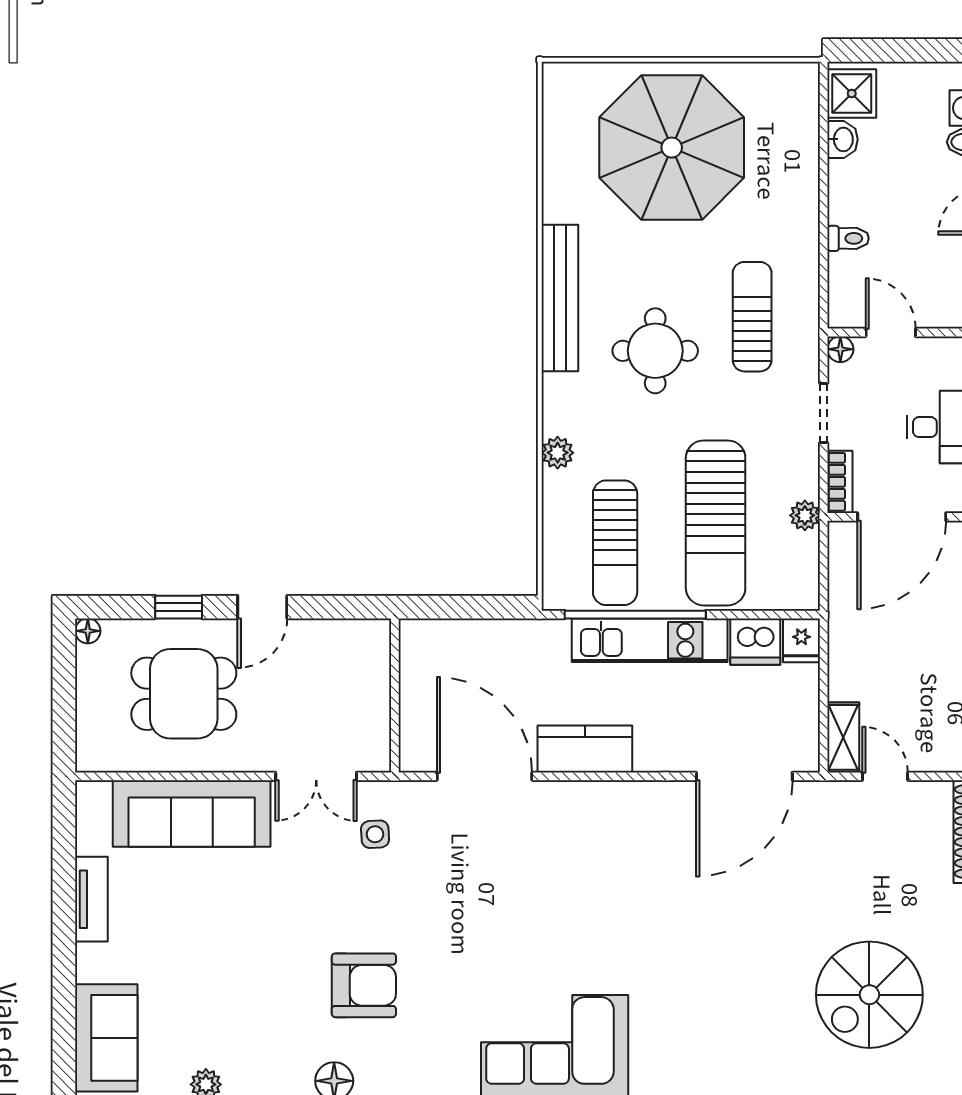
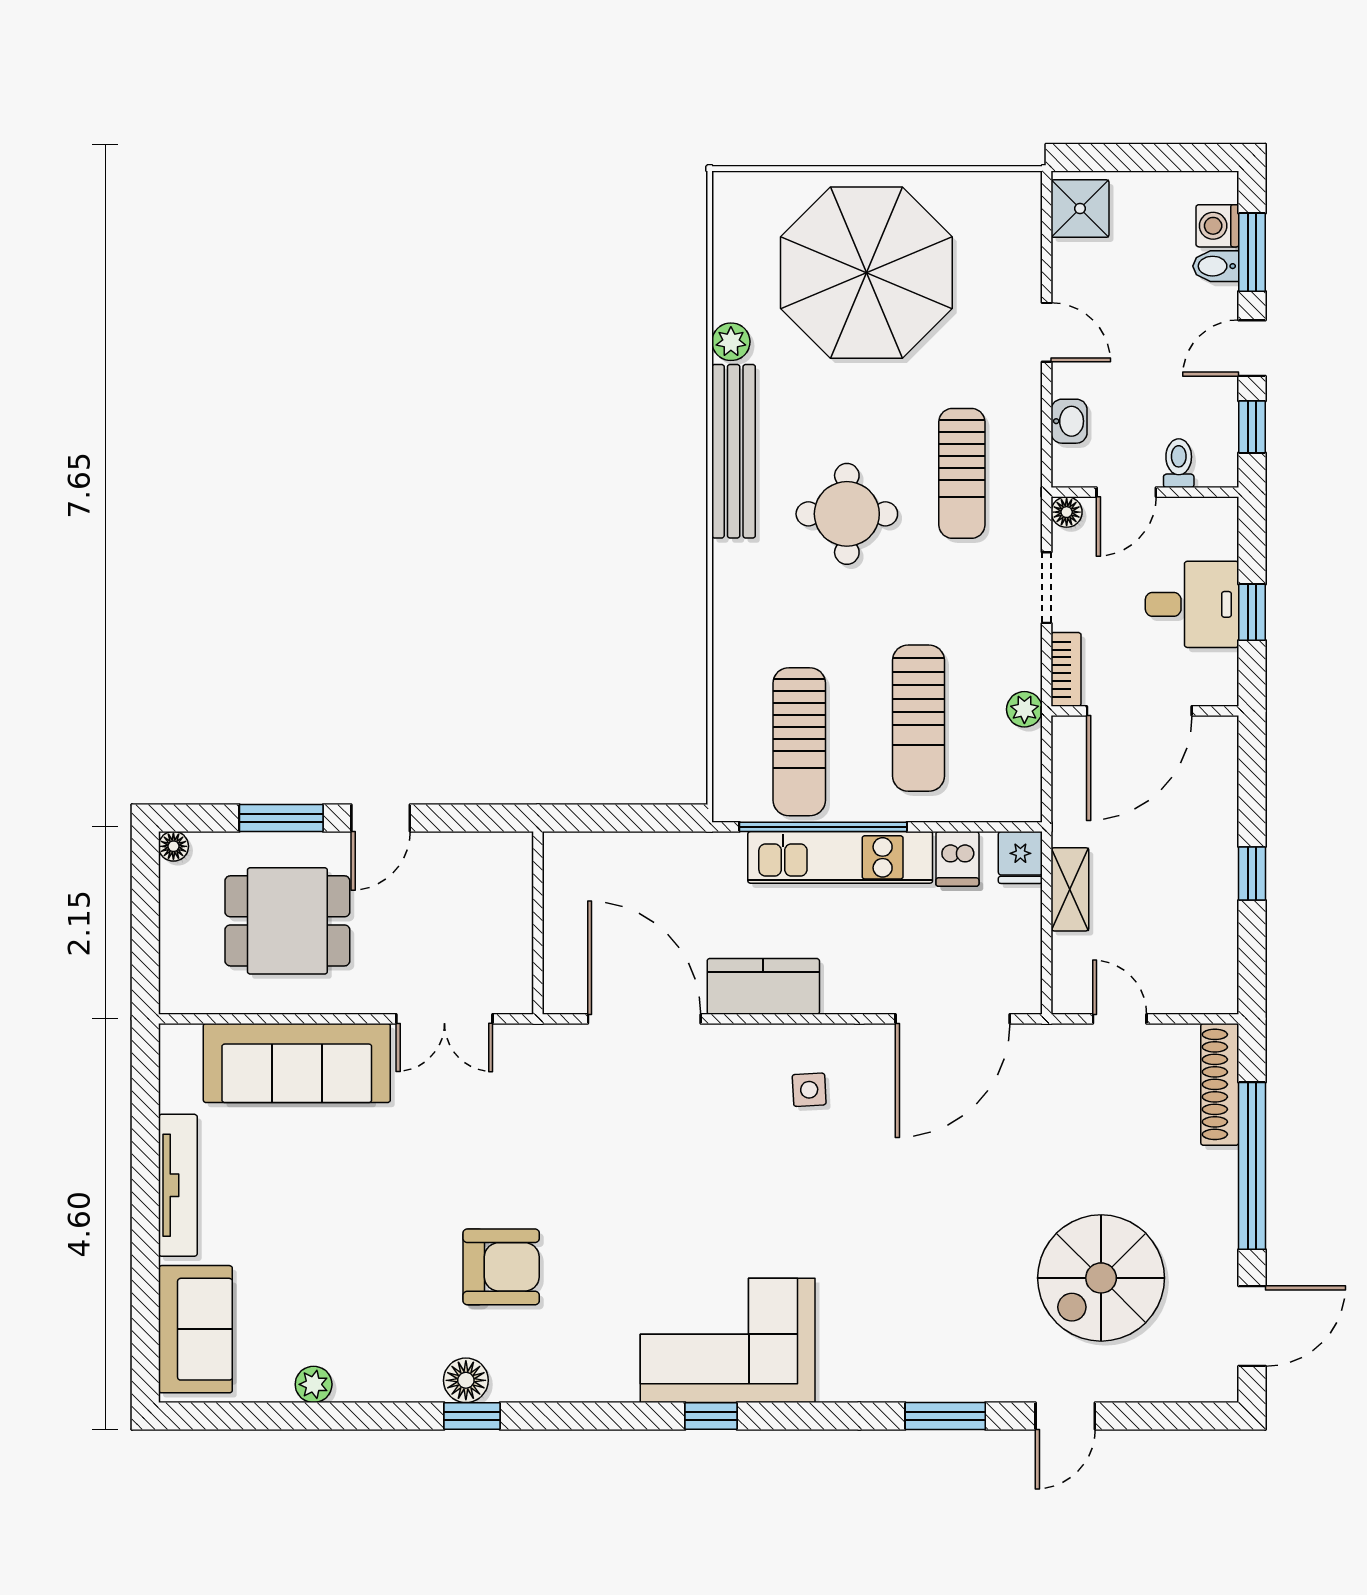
washbasin: (842, 139) -> (1069, 421), moved
door: (824, 198) -> (1047, 332), added
toilet: (848, 238) -> (1179, 463), moved, turned -90
sun lounger: (752, 317) -> (962, 473), turned 180
door: (891, 333) -> (1126, 492), swing flipped
plant: (558, 453) -> (731, 342), moved
sun lounger: (716, 523) -> (918, 718), width x0.73, depth x0.75
window: (179, 607) -> (281, 818), width x1.50
dishwasher: (755, 642) -> (957, 859), width x0.73
shelving: (843, 737) -> (1070, 889), moved
side table: (375, 834) -> (809, 1090), moved
tv unit: (91, 899) -> (178, 1185), width x1.41

